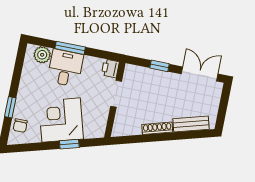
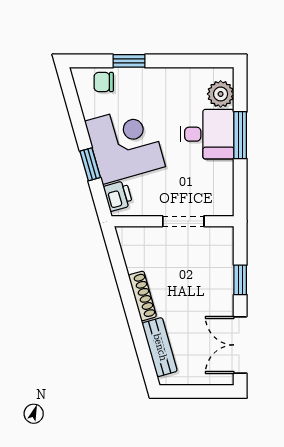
printer: (110, 68) -> (118, 196), moved, turned 74
double door: (200, 74) -> (240, 345), swing flipped

